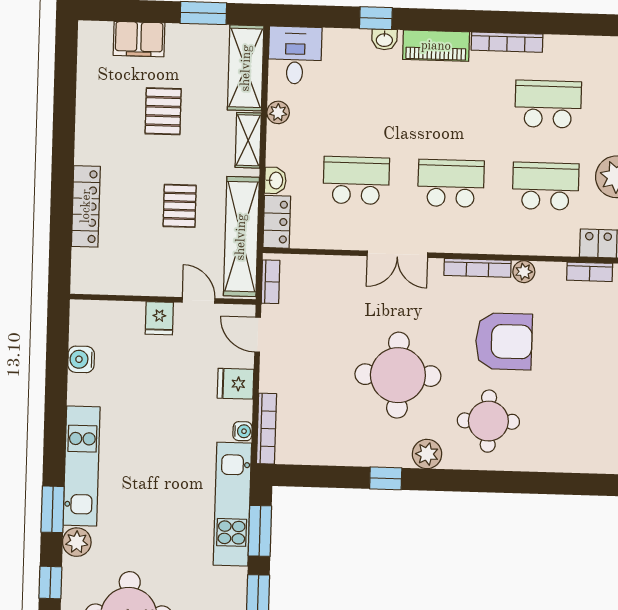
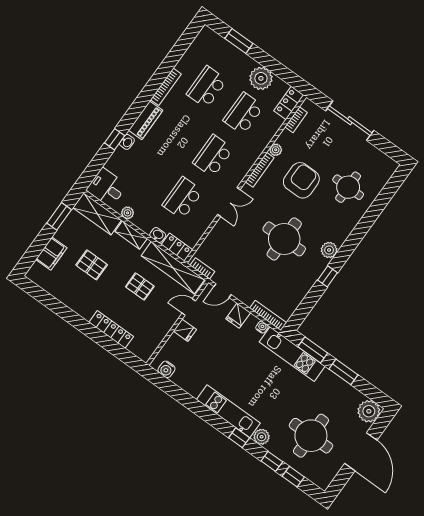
water cooler: (81, 359) -> (167, 369), moved
round table: (488, 421) -> (348, 187), moved
window: (53, 509) -> (239, 438), width x0.67

